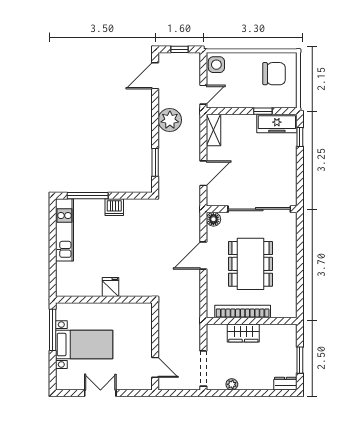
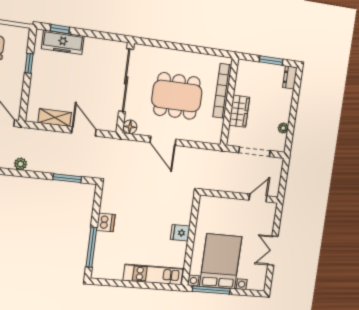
plant: (170, 120) -> (21, 164), width x0.53, depth x0.53
freezer: (277, 123) -> (63, 42), moved, turned 90
shelving: (214, 130) -> (55, 118), moved
kitchen unit: (64, 230) -> (153, 275), moved
bookcase: (243, 311) -> (222, 91), moved
bed with nightstands: (84, 345) -> (221, 261), width x1.36
doorway: (203, 369) -> (254, 152), moved

